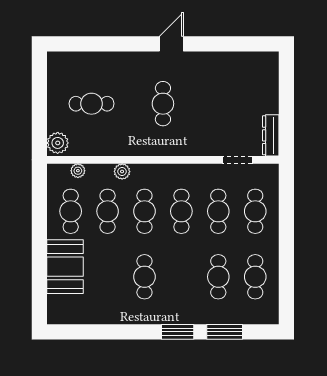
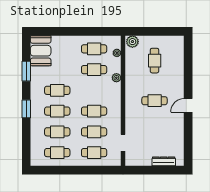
door: (171, 44) -> (188, 105), swing flipped
dresser: (271, 135) -> (164, 161), moved
cafe table: (144, 211) -> (57, 111), moved
booth: (65, 267) -> (41, 51), moved, turned 90
window: (225, 332) -> (26, 71), moved

